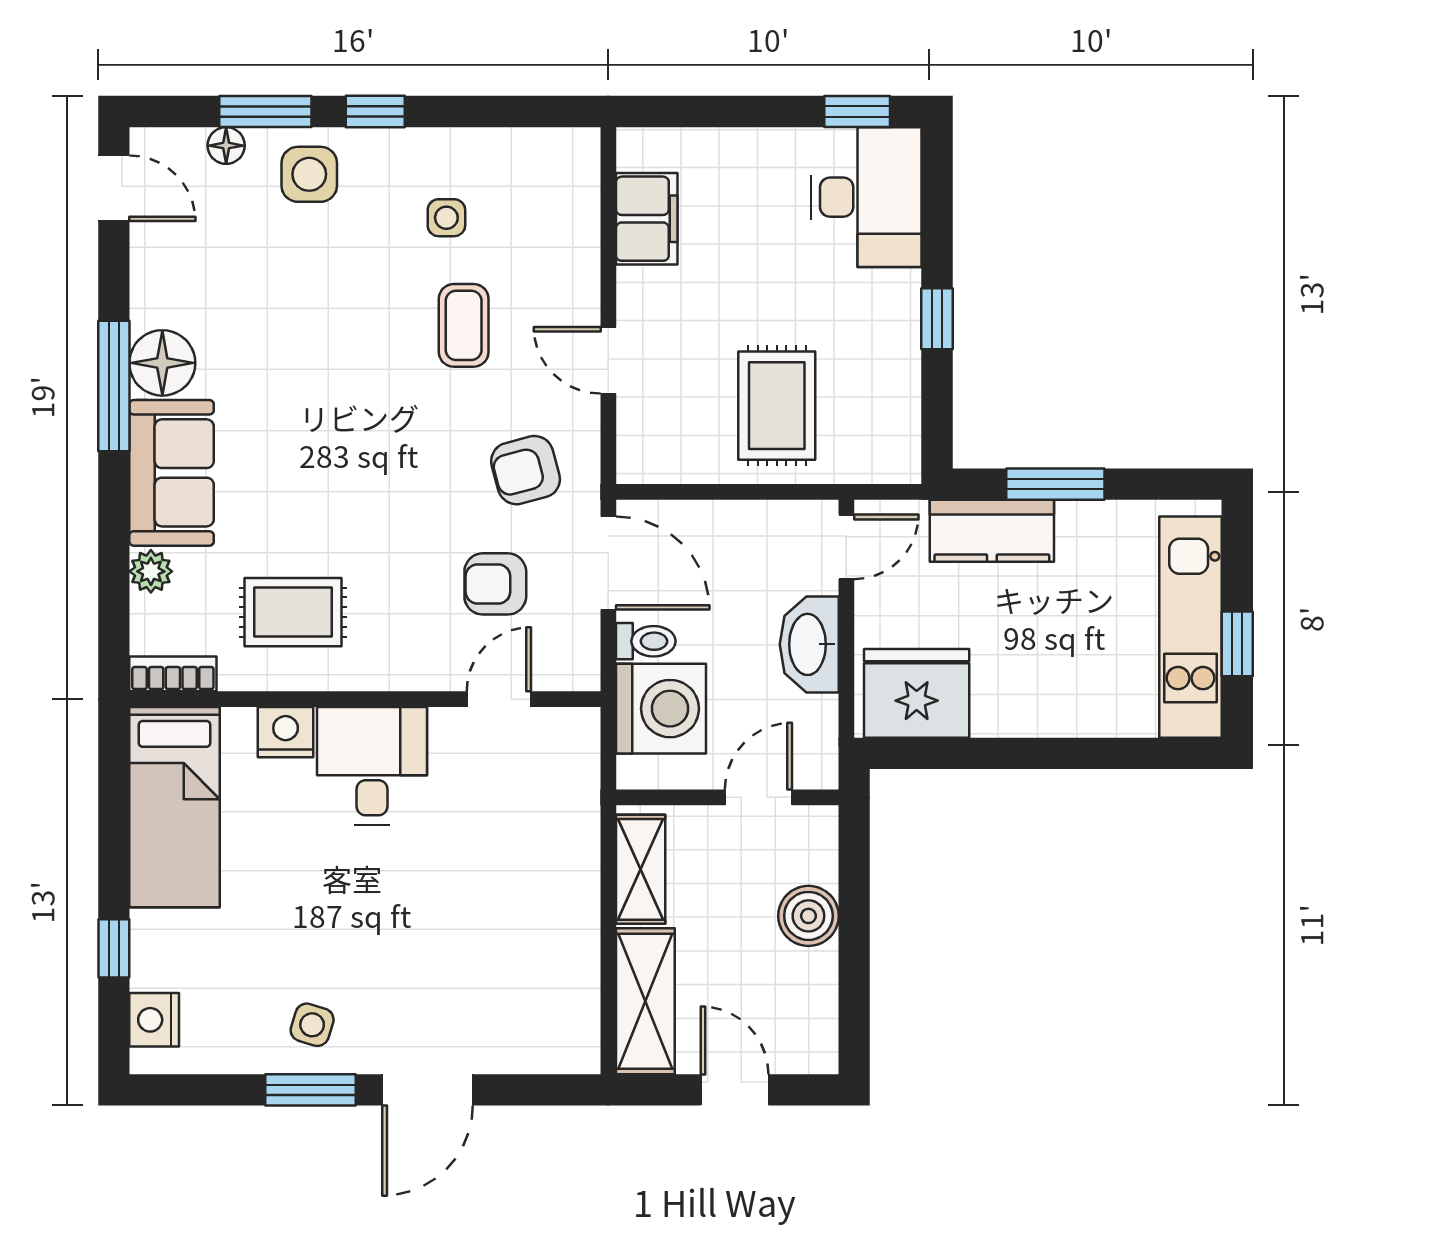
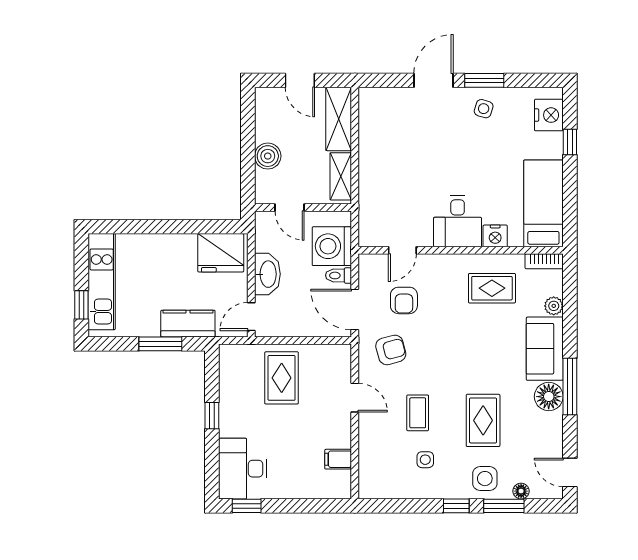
filing cabinet: (647, 219) -> (338, 459), width x0.50
rug: (313, 308) -> (483, 420), added
armchair: (495, 584) -> (404, 300), turned 90
window: (1237, 644) -> (81, 305), moved
door: (758, 797) -> (289, 208), hinge flipped
nightstand: (154, 1020) -> (549, 115), width x1.36, depth x1.33

